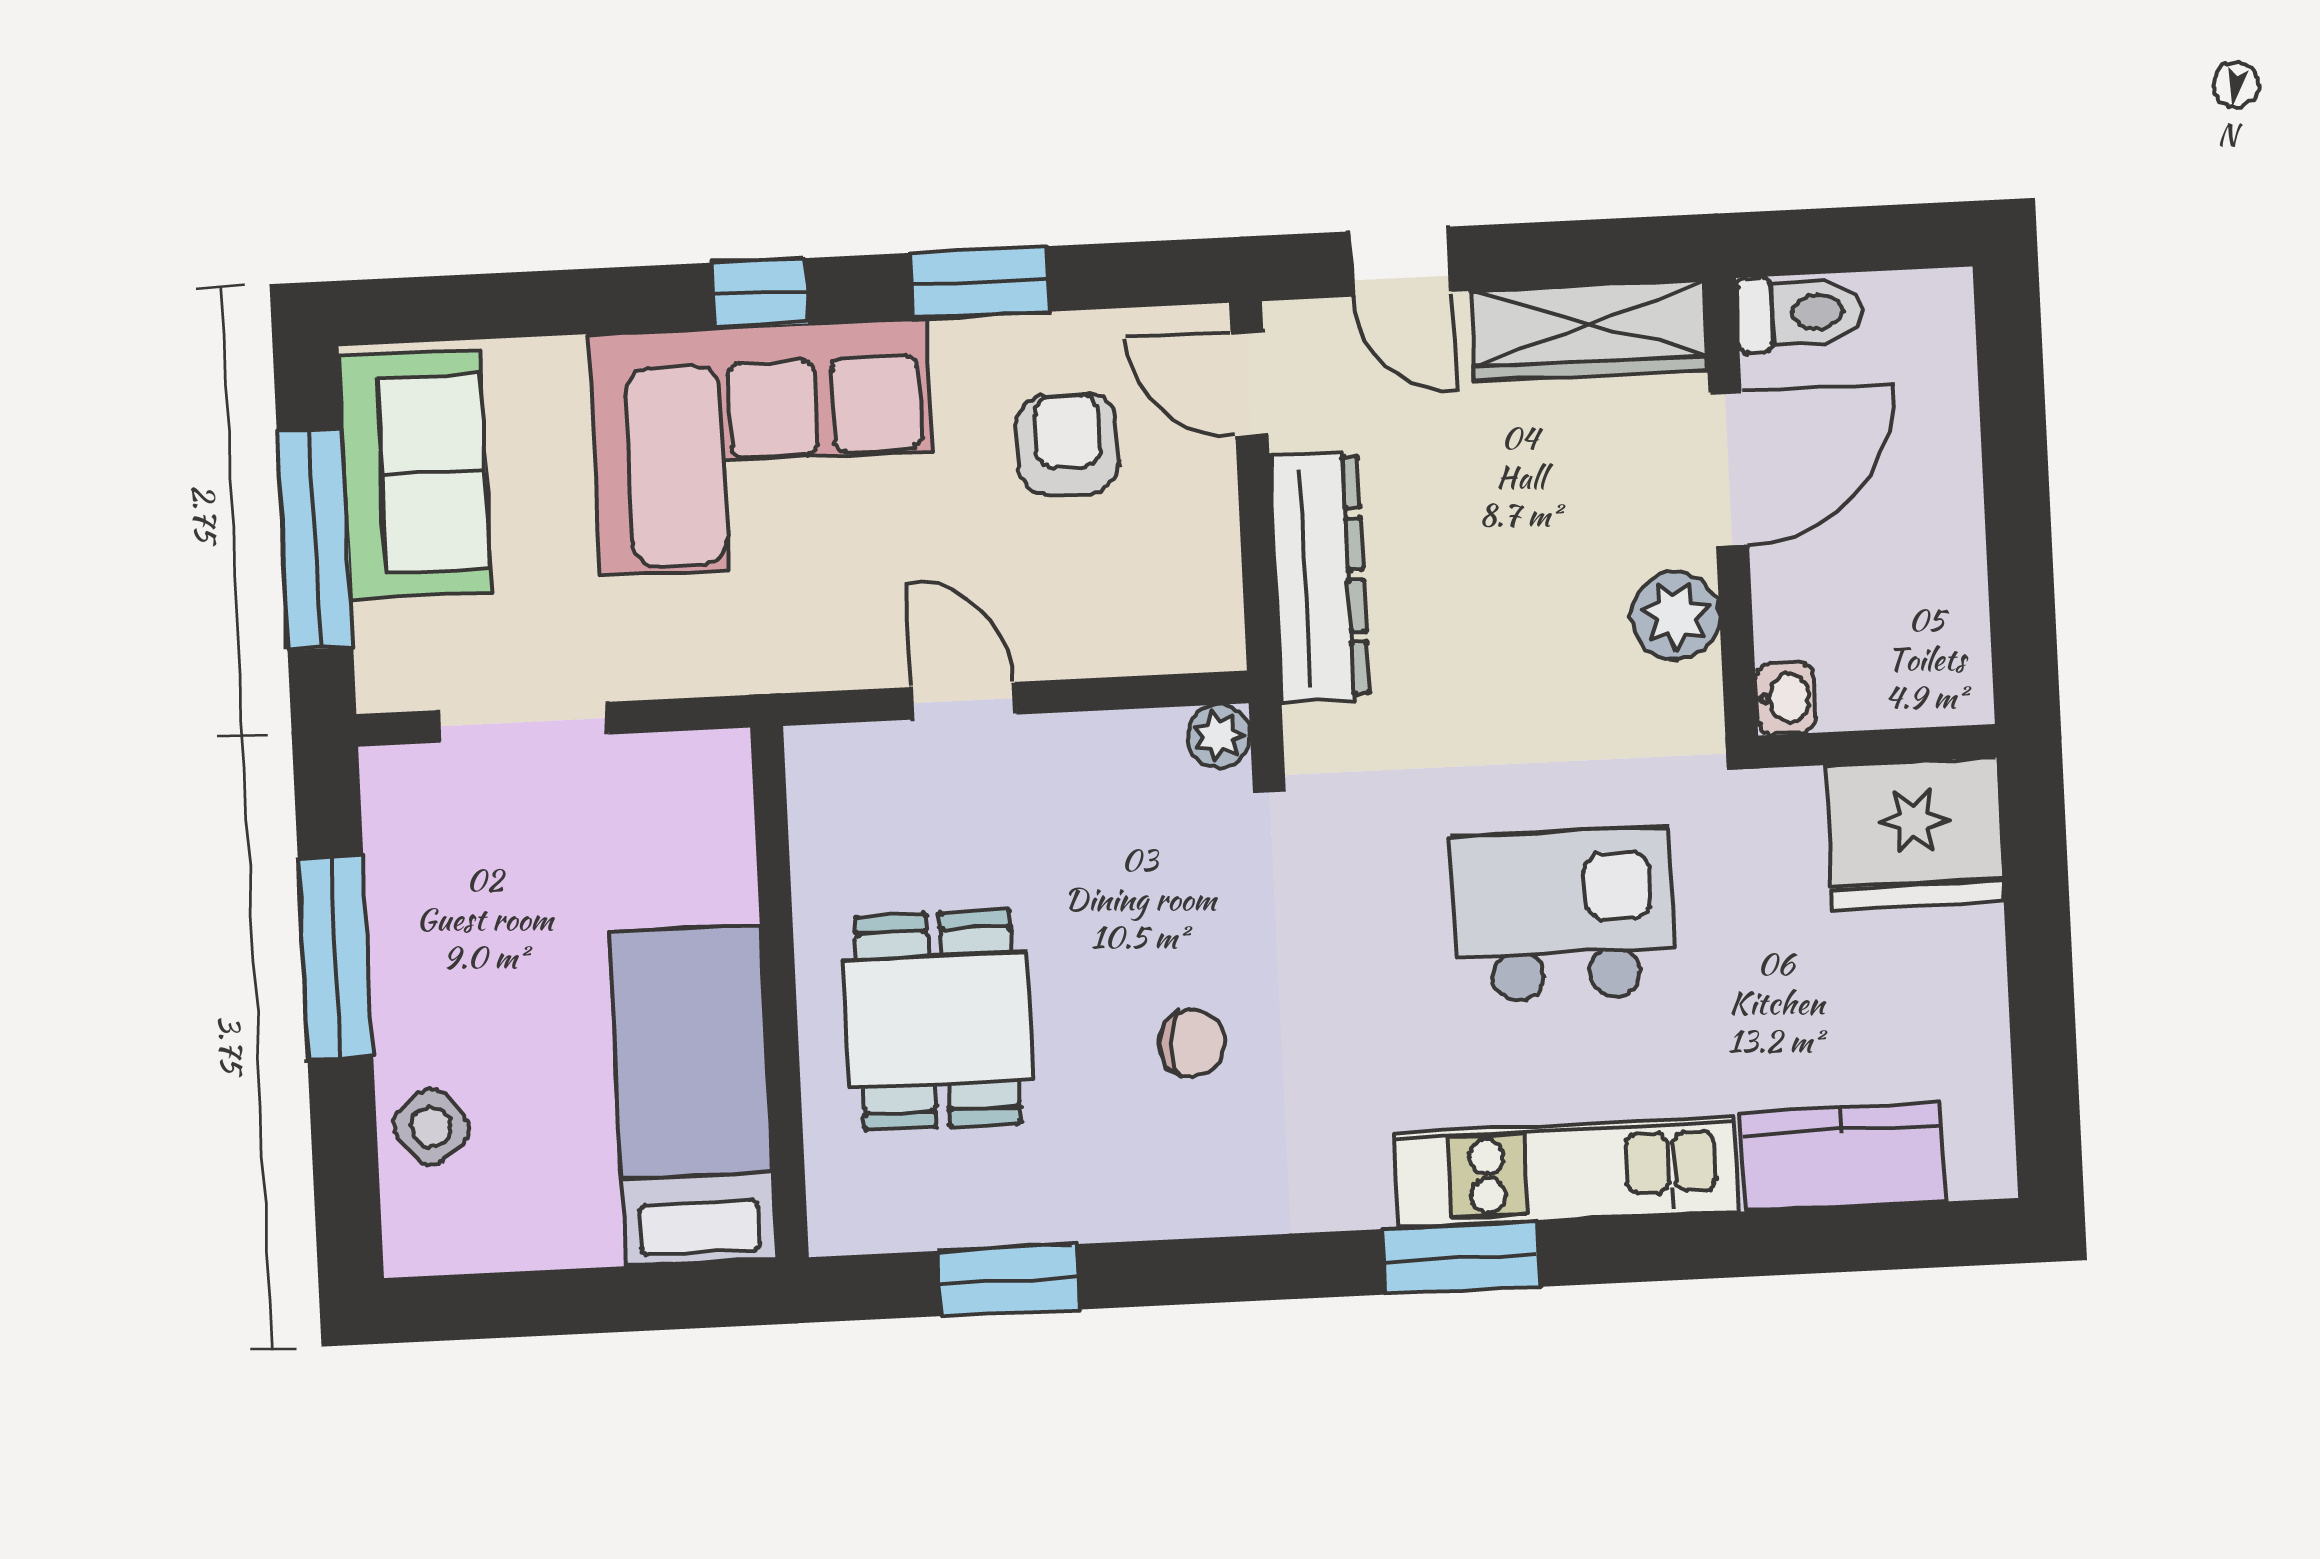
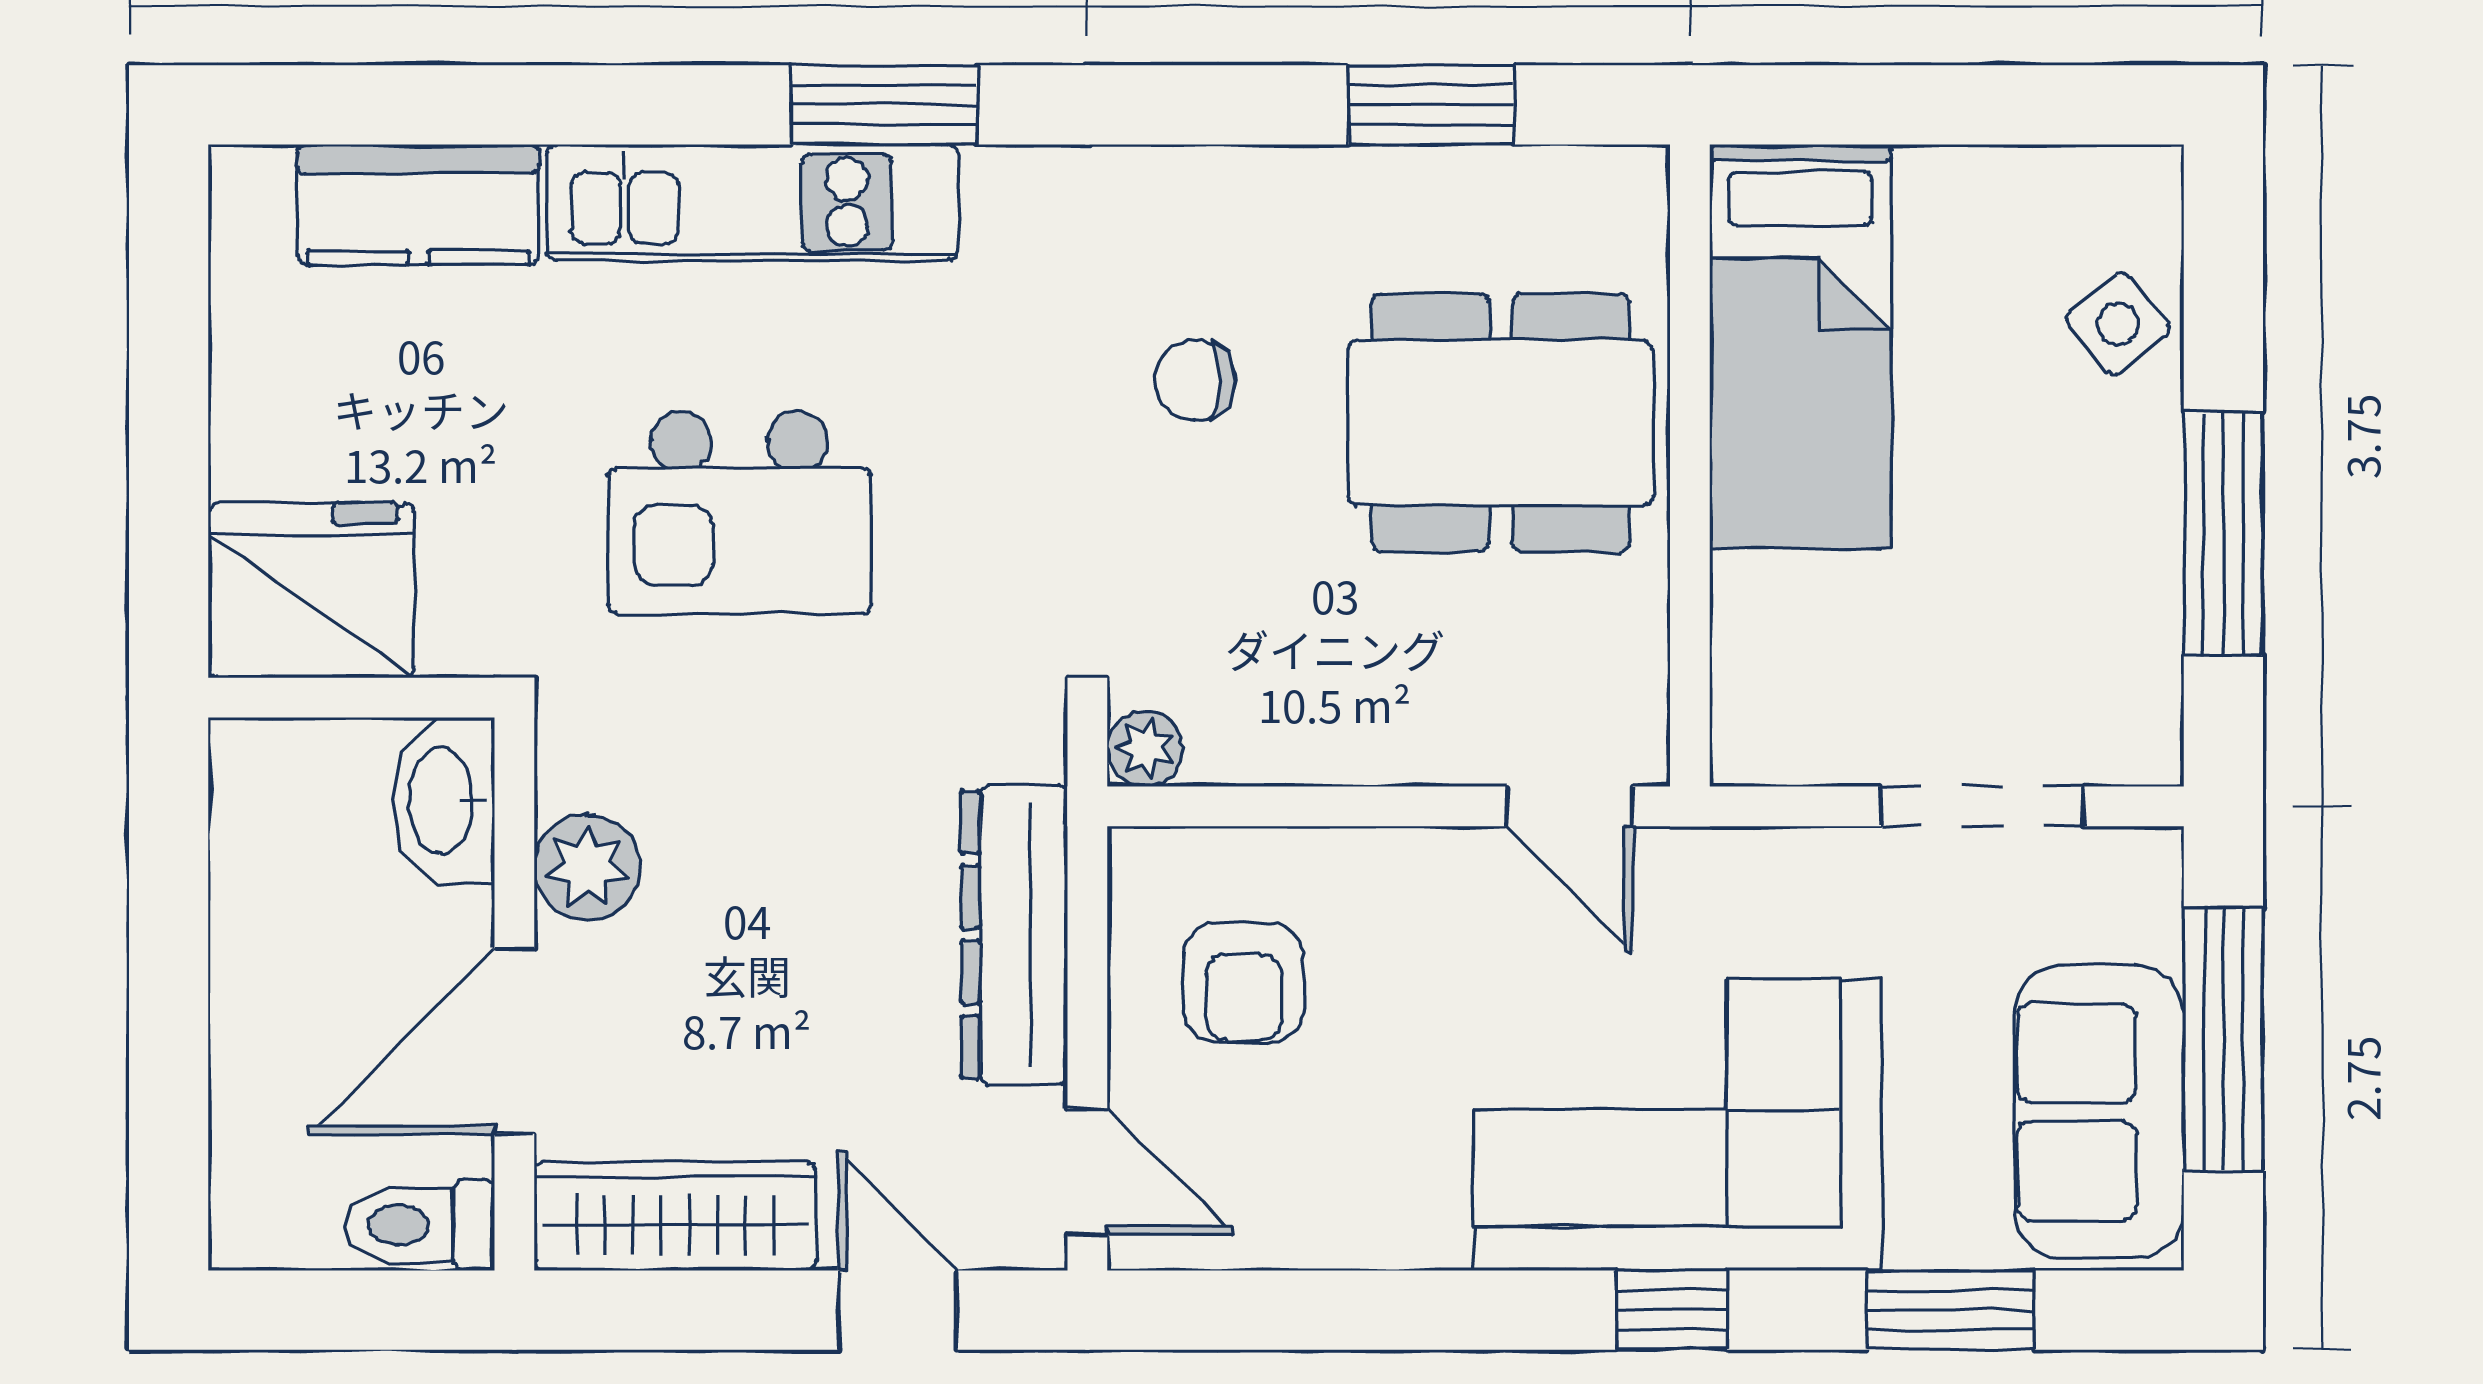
window: (980, 282) -> (1950, 1310), moved
armchair: (1068, 444) -> (1244, 983), moved
washbasin: (1785, 698) -> (444, 801), width x1.91, depth x1.45
door: (963, 701) -> (1570, 806), moved
dining table: (938, 1020) -> (1501, 423), width x1.38

